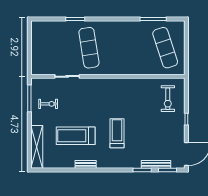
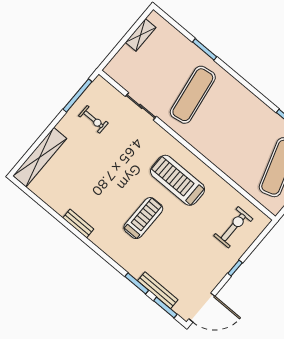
shelving: (36, 39) -> (141, 35), added
exercise bike: (168, 99) -> (233, 227), turned 180
treadmill: (76, 136) -> (178, 180), moved

